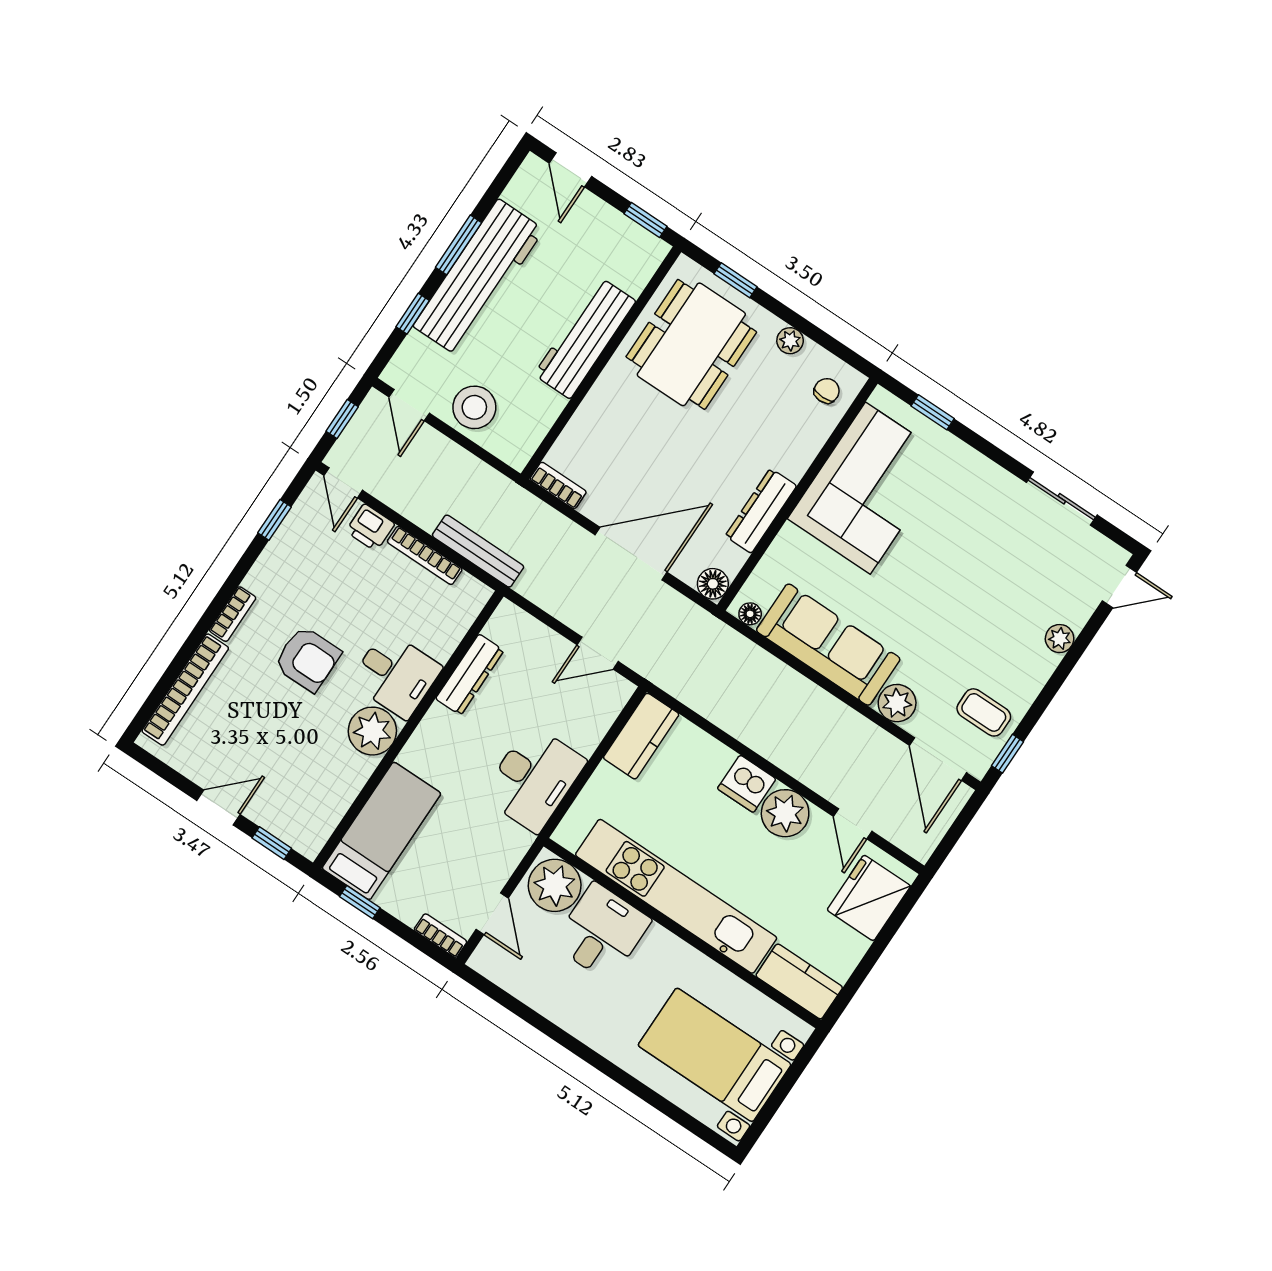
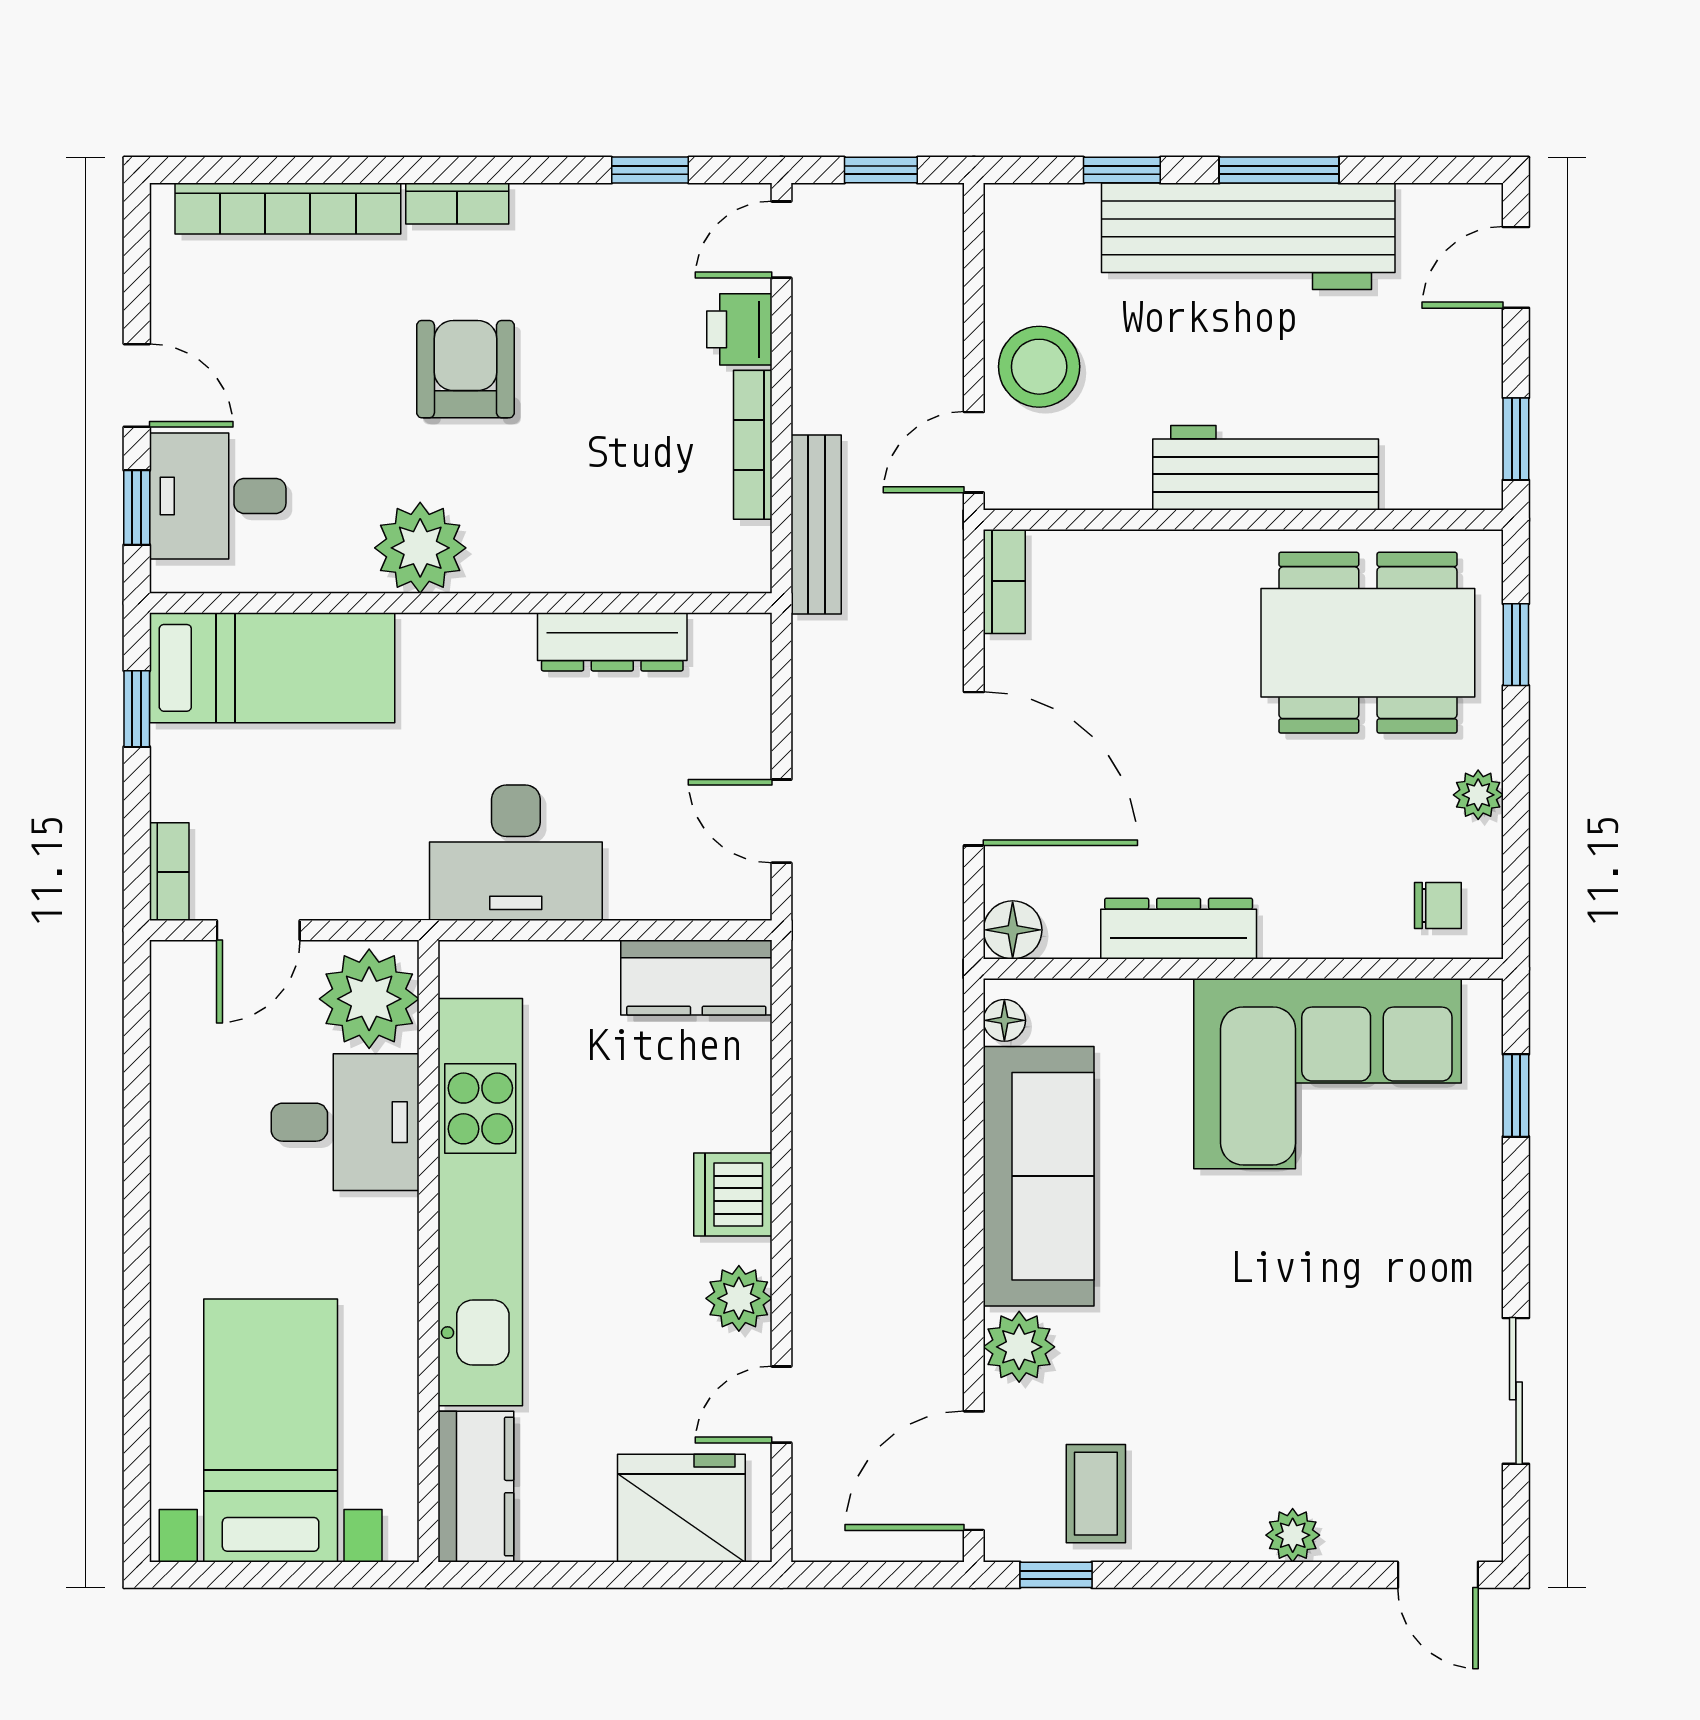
door: (409, 405) -> (974, 452), moved
armchair: (307, 659) -> (465, 369), turned 180
desk: (396, 675) -> (218, 496), moved, turned 90
plant: (785, 813) -> (739, 1298), width x0.73, depth x0.73

